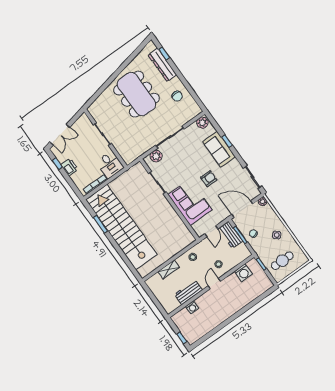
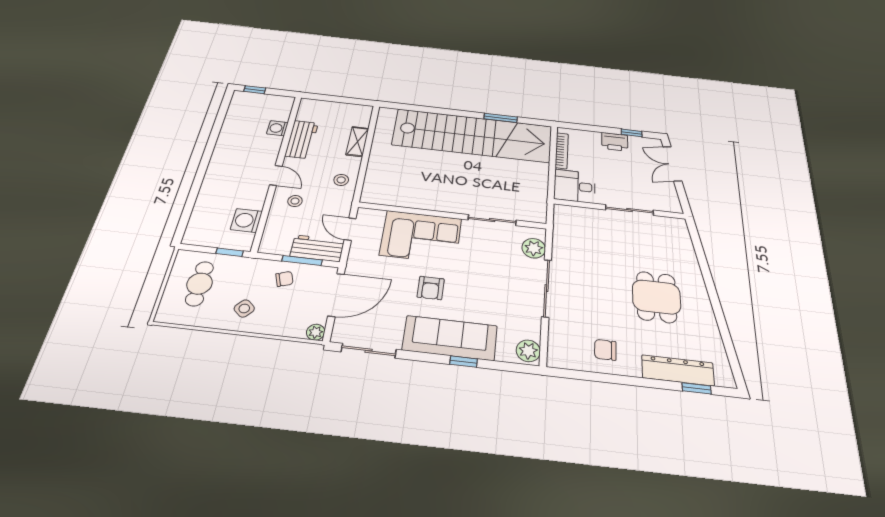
dining table: (137, 94) -> (656, 297), width x0.53, depth x0.80
sofa: (219, 149) -> (450, 338), width x1.36

